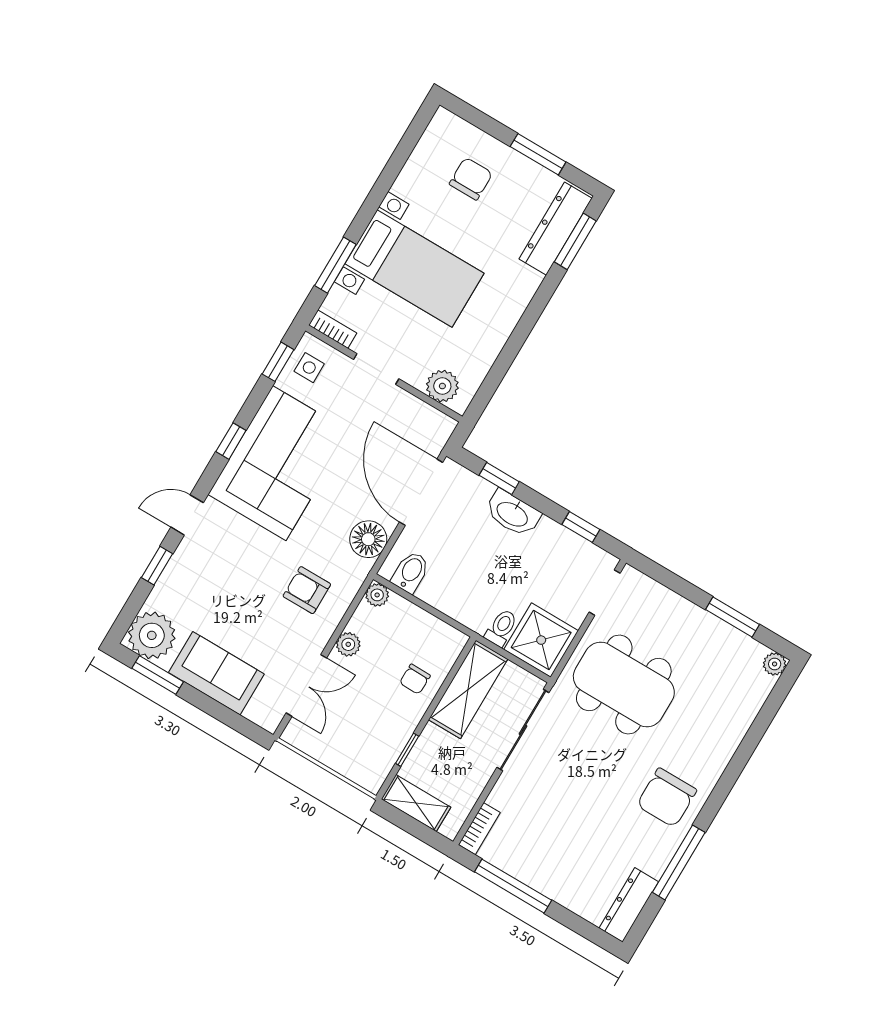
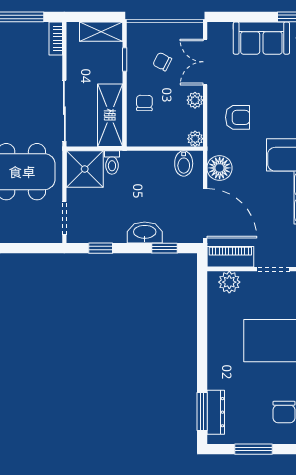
dresser: (556, 229) -> (216, 412), width x0.73, depth x0.80
piano: (422, 417) -> (230, 257), added
chair: (361, 718) -> (162, 62), added

